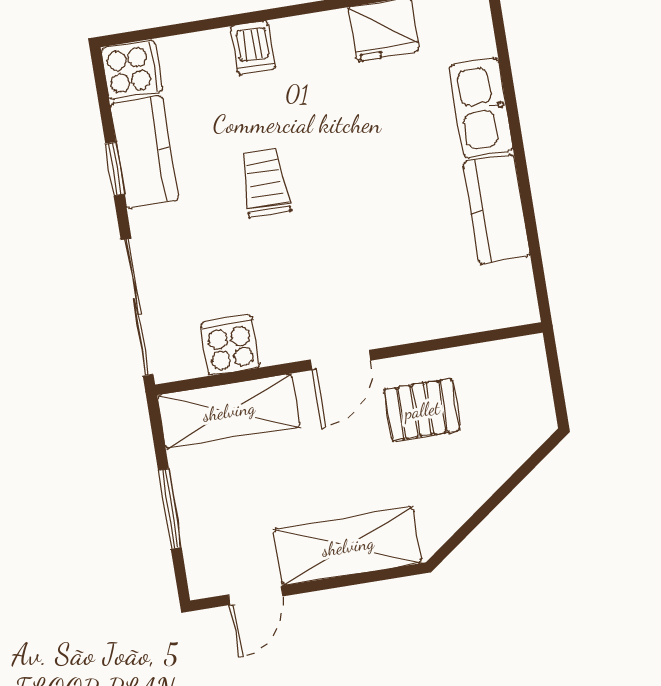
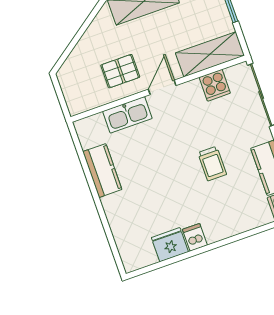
dishwasher: (253, 48) -> (195, 237), moved
kitchen sink: (481, 108) -> (127, 115), moved, turned 90

